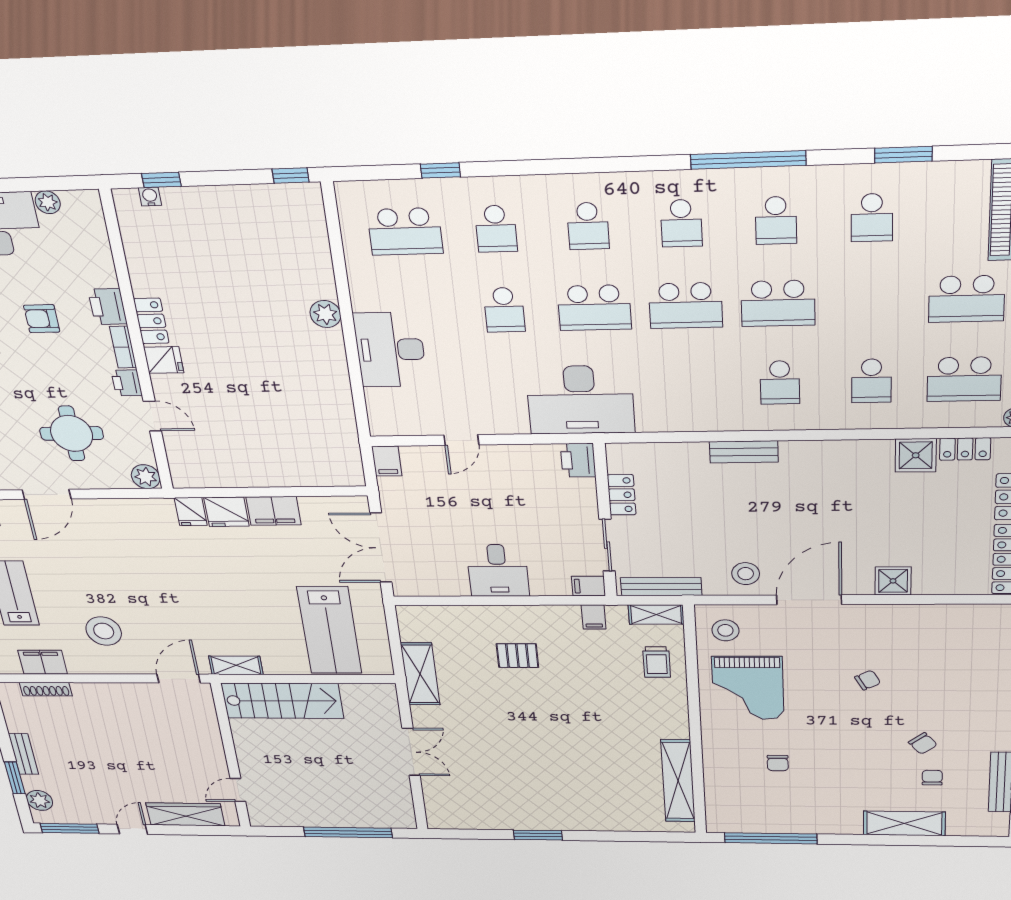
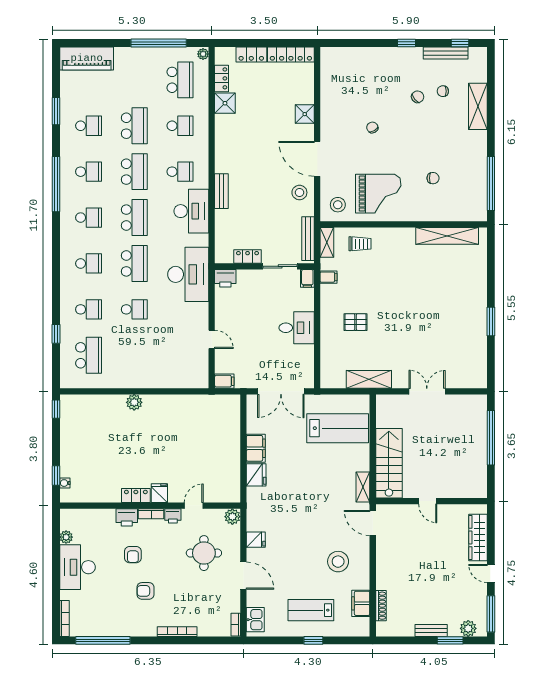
school desk: (967, 299) -> (134, 126), moved
desk: (390, 350) -> (191, 211), moved, turned -90
fridge: (191, 512) -> (256, 540), moved
pallet: (517, 656) -> (356, 322), turned 90
door: (238, 790) -> (428, 501), moved

